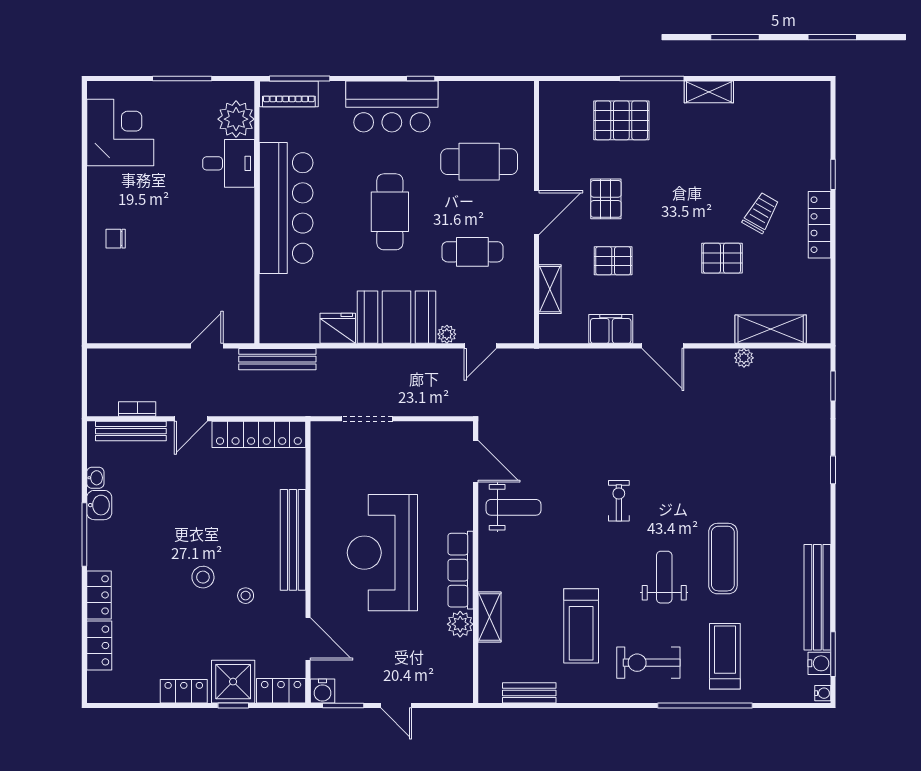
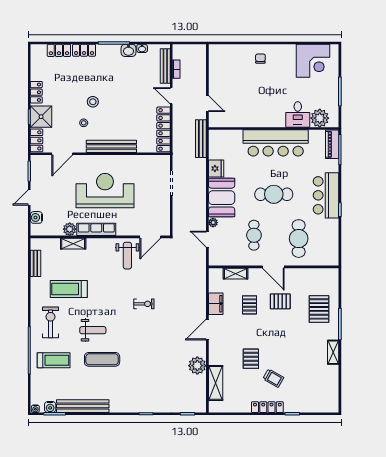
plant: (744, 358) -> (197, 366), width x1.87, depth x1.87
exercise bike: (619, 501) -> (144, 304), moved
water cooler: (322, 691) -> (36, 217), moved

